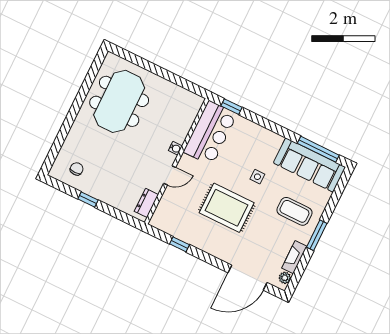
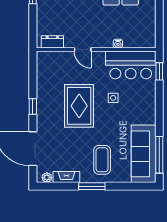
water cooler: (175, 148) -> (118, 44), moved
side table: (257, 177) -> (113, 98), moved
window: (179, 244) -> (33, 107), moved

